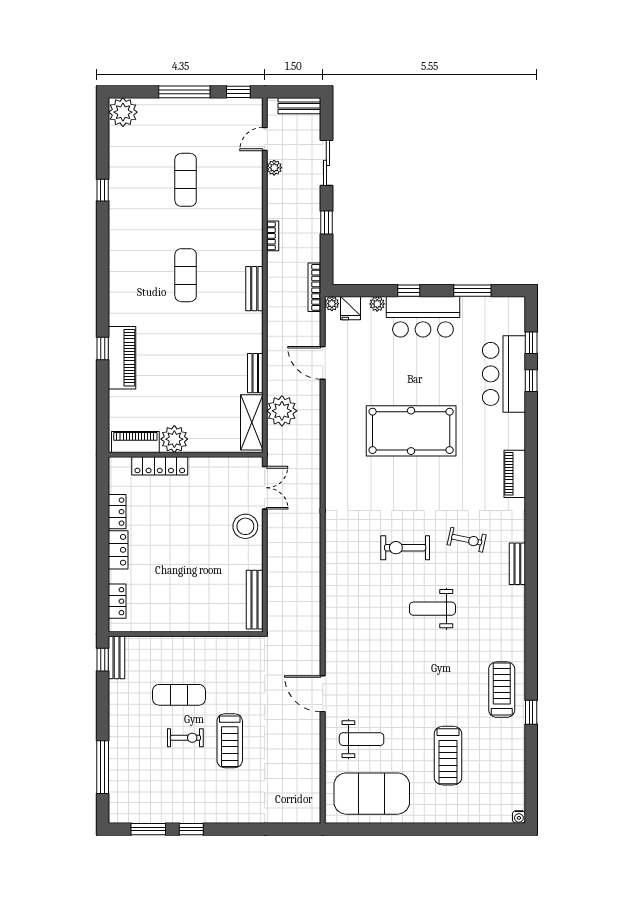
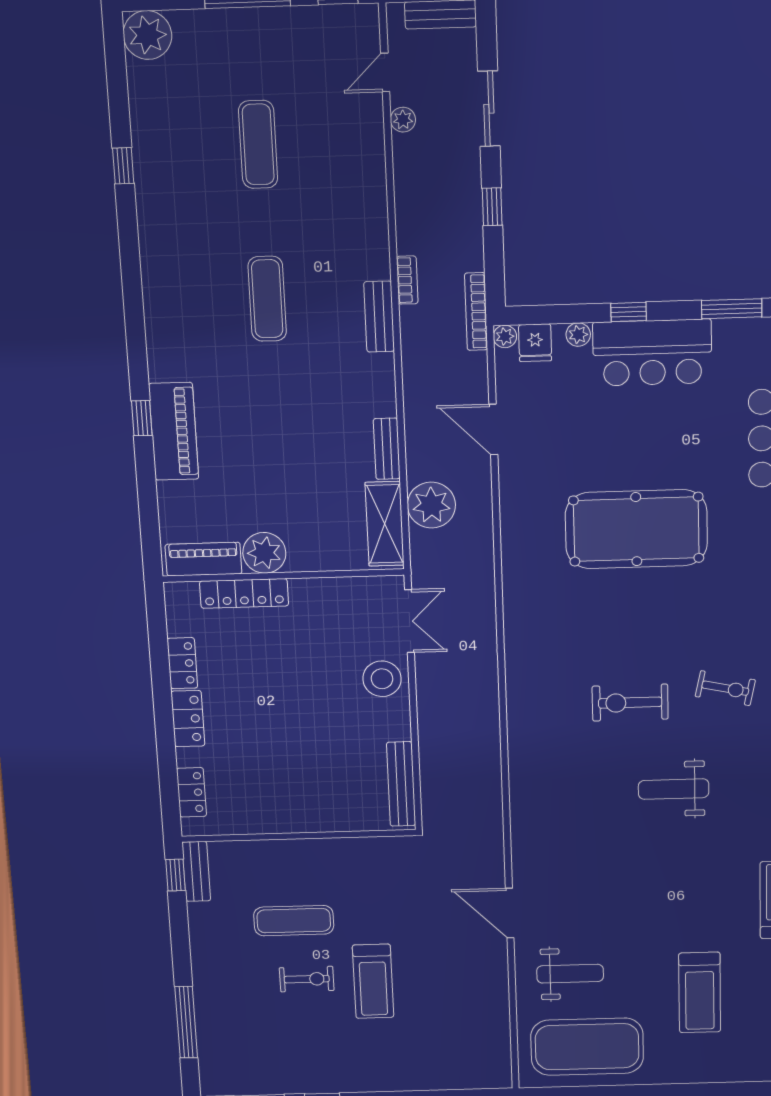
bookcase: (273, 236) -> (407, 280), moved

